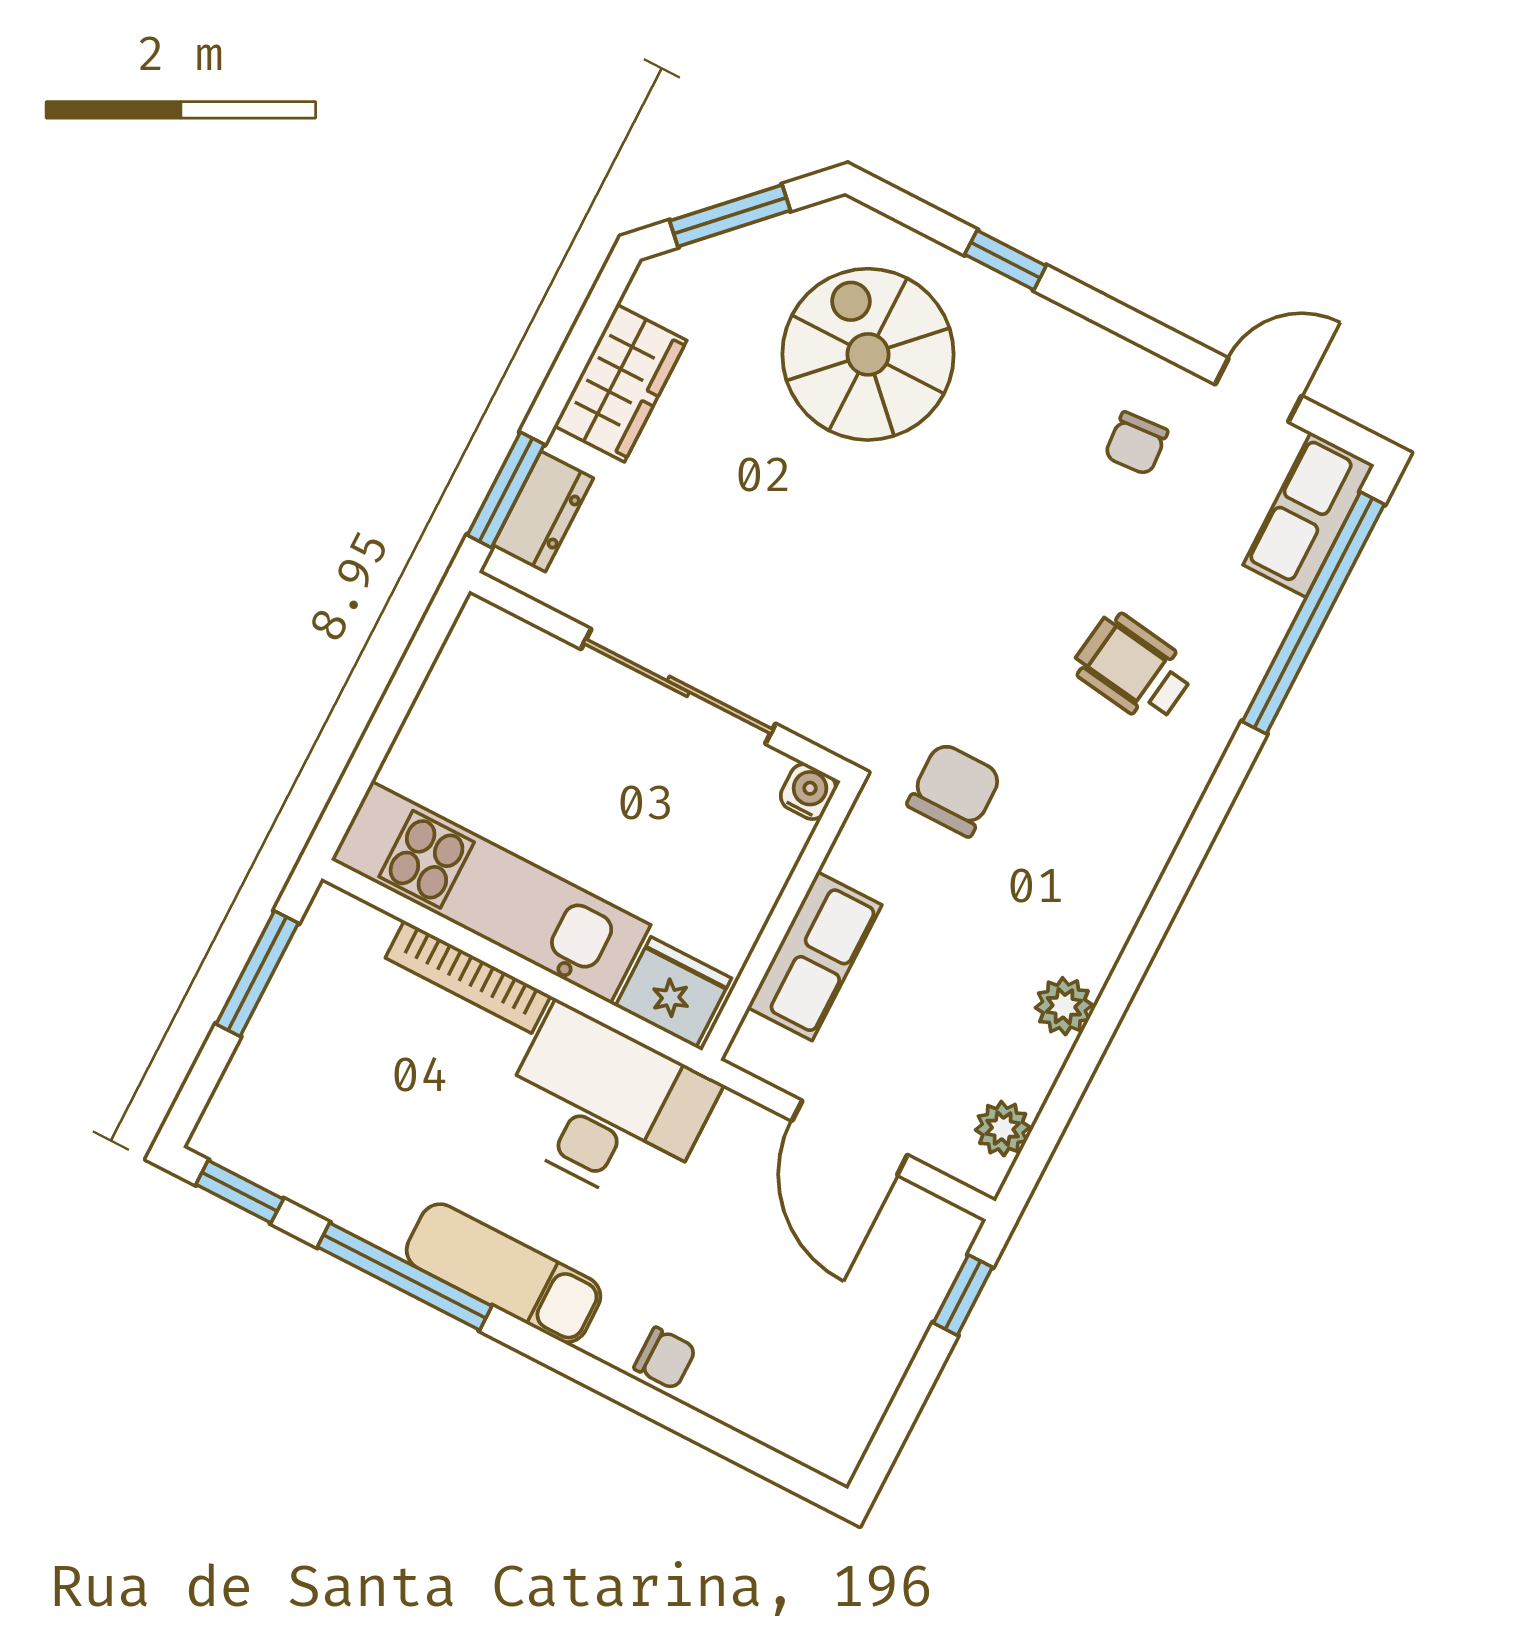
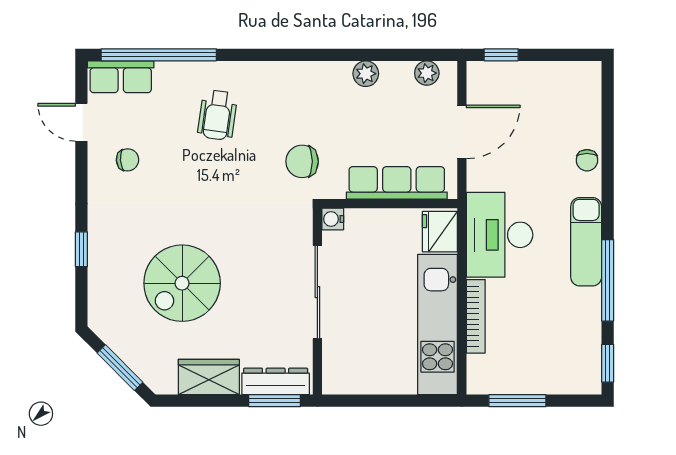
spiral stairs: (868, 354) -> (182, 283), moved
dresser: (543, 511) -> (276, 381), width x1.44
row of seats: (815, 956) -> (397, 183), width x1.48
chair: (665, 1358) -> (587, 160), turned 180

